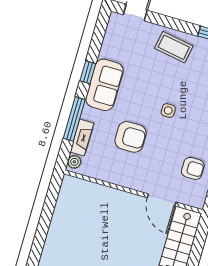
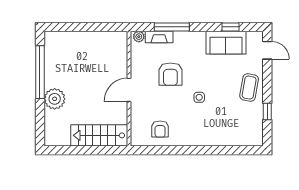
window: (88, 72) -> (231, 27), moved
sofa: (104, 85) -> (226, 43), moved
door: (162, 200) -> (129, 90), moved

